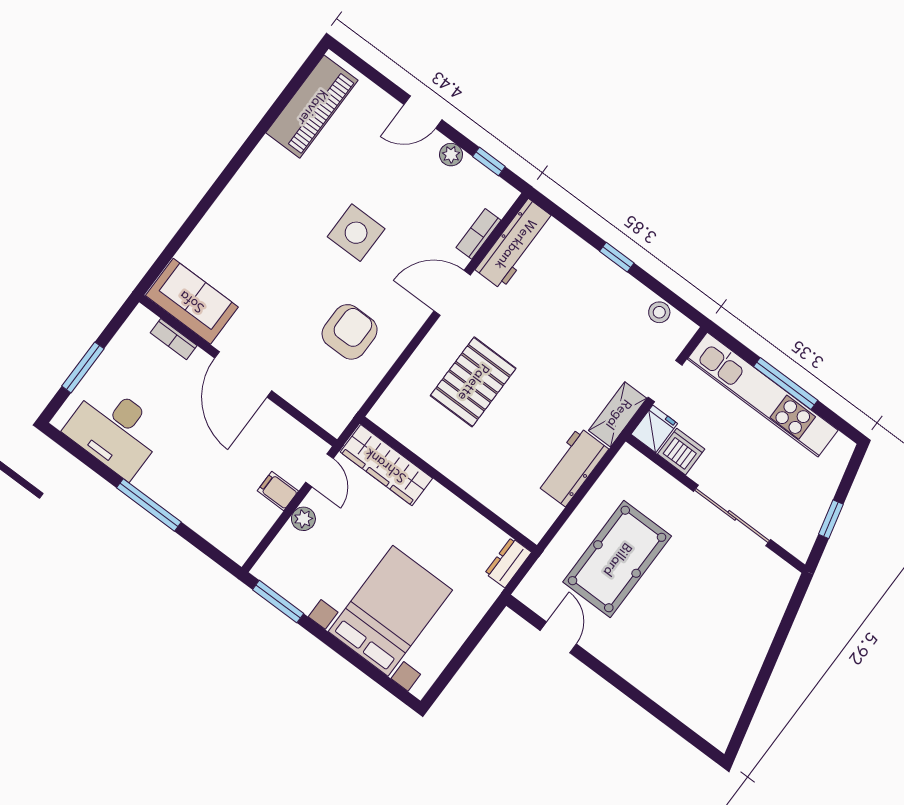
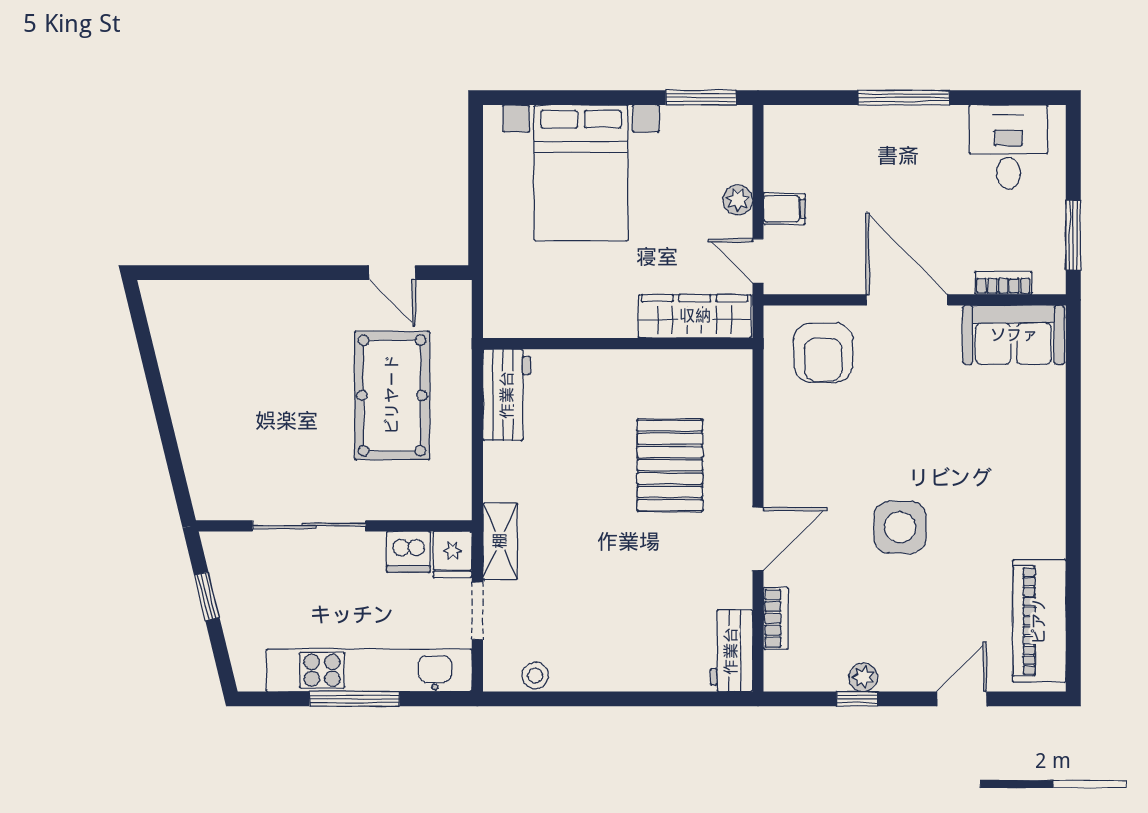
door: (423, 112) -> (962, 699), moved
window: (489, 162) -> (857, 699), moved
workbench: (515, 244) -> (731, 651), width x0.73
window: (617, 257) -> (619, 699), removed
armchair: (350, 332) -> (823, 353), moved
window: (83, 367) -> (1073, 235), moved
desk: (115, 430) -> (1008, 147), width x0.73
workbench: (572, 467) -> (507, 395), moved
dresser: (508, 563) -> (499, 310), removed

